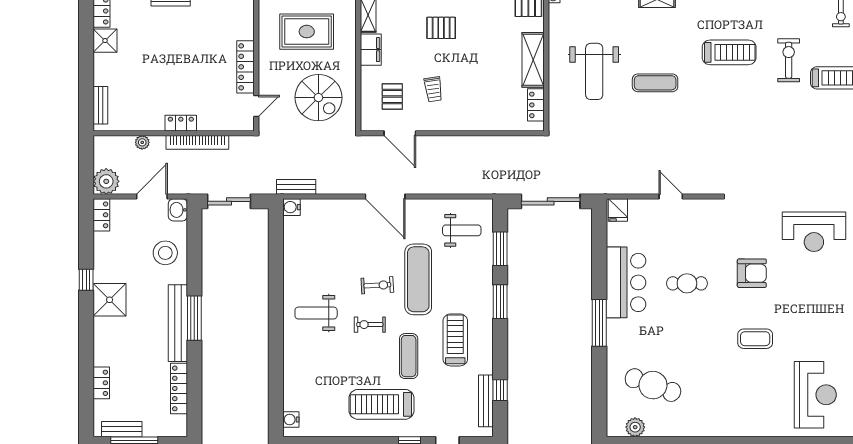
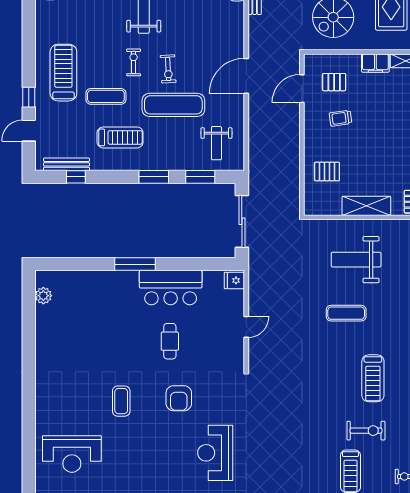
pallet: (441, 28) -> (327, 171), moved, turned 90
exercise mat: (655, 83) -> (346, 313), turned 90
locker: (536, 105) -> (327, 208), removed
cafe table: (653, 385) -> (80, 311), removed

